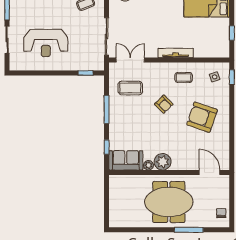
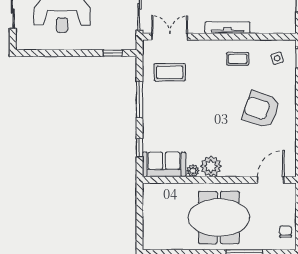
armchair: (164, 104) -> (212, 93), removed
door: (210, 172) -> (271, 180), hinge flipped

